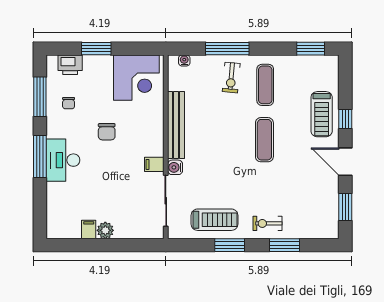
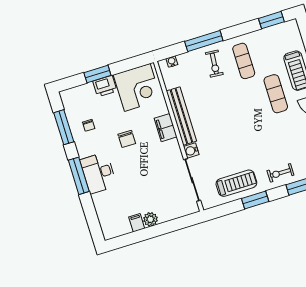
printer: (70, 65) -> (105, 86), moved
exercise mat: (264, 140) -> (276, 94), moved
filing cabinet: (154, 164) -> (166, 128), moved, width x2.00

